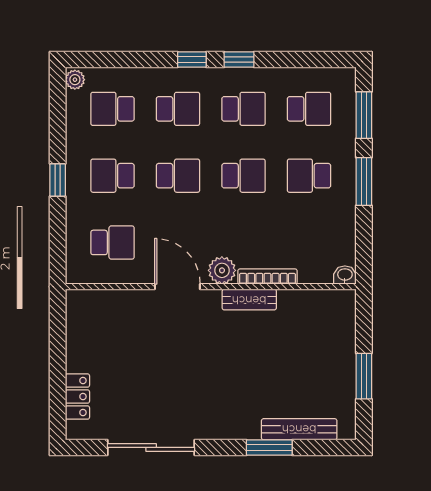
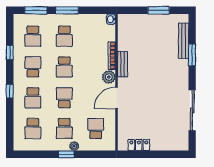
window: (239, 60) -> (10, 53), moved
plant: (75, 80) -> (74, 146), moved
school desk: (178, 109) -> (33, 98), turned 180
school desk: (309, 109) -> (33, 36), turned 180
school desk: (243, 176) -> (64, 67), turned 180
locker: (77, 397) -> (139, 145), moved

